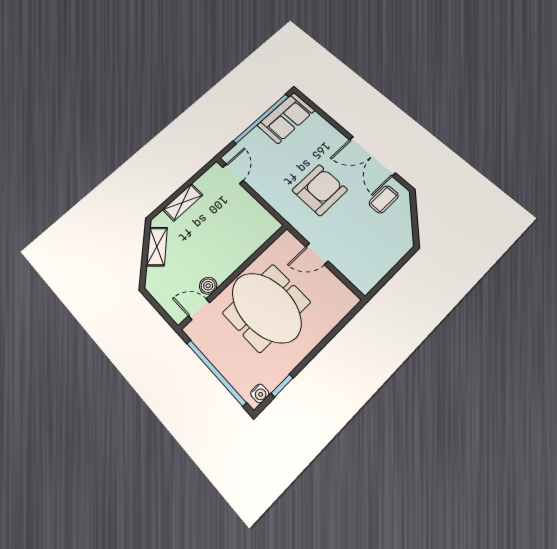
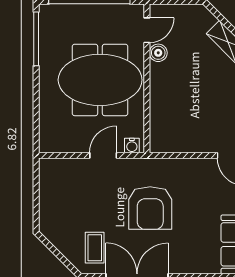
window: (282, 386) -> (36, 39), width x2.17
water cooler: (260, 393) -> (132, 146), moved, turned -90

